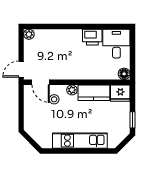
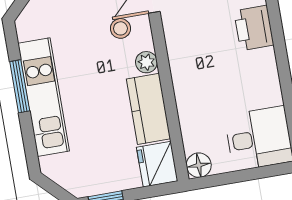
printer: (92, 37) -> (254, 28), moved
window: (73, 151) -> (20, 86), added

